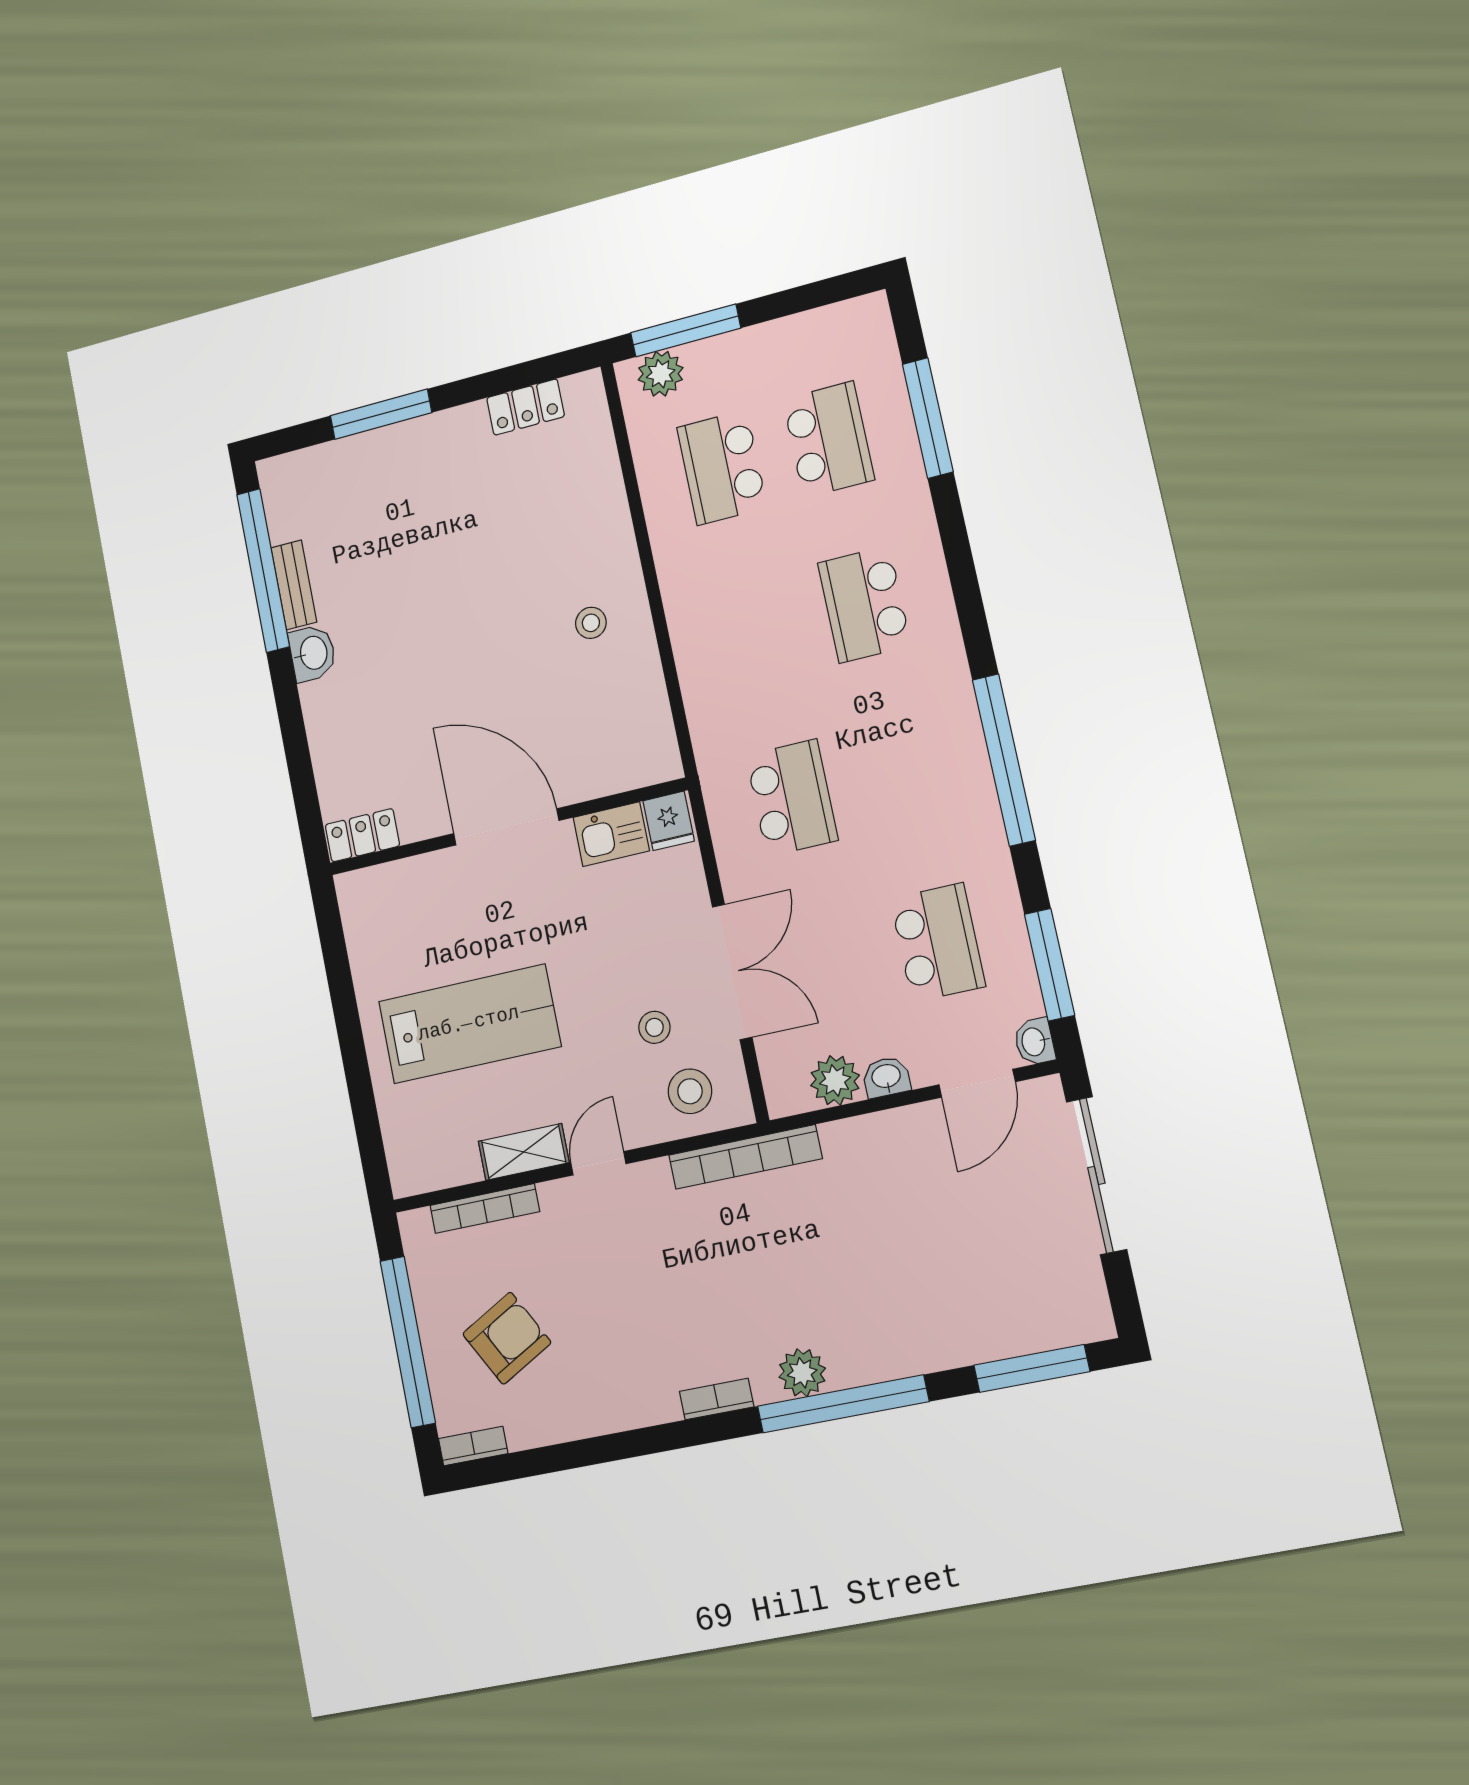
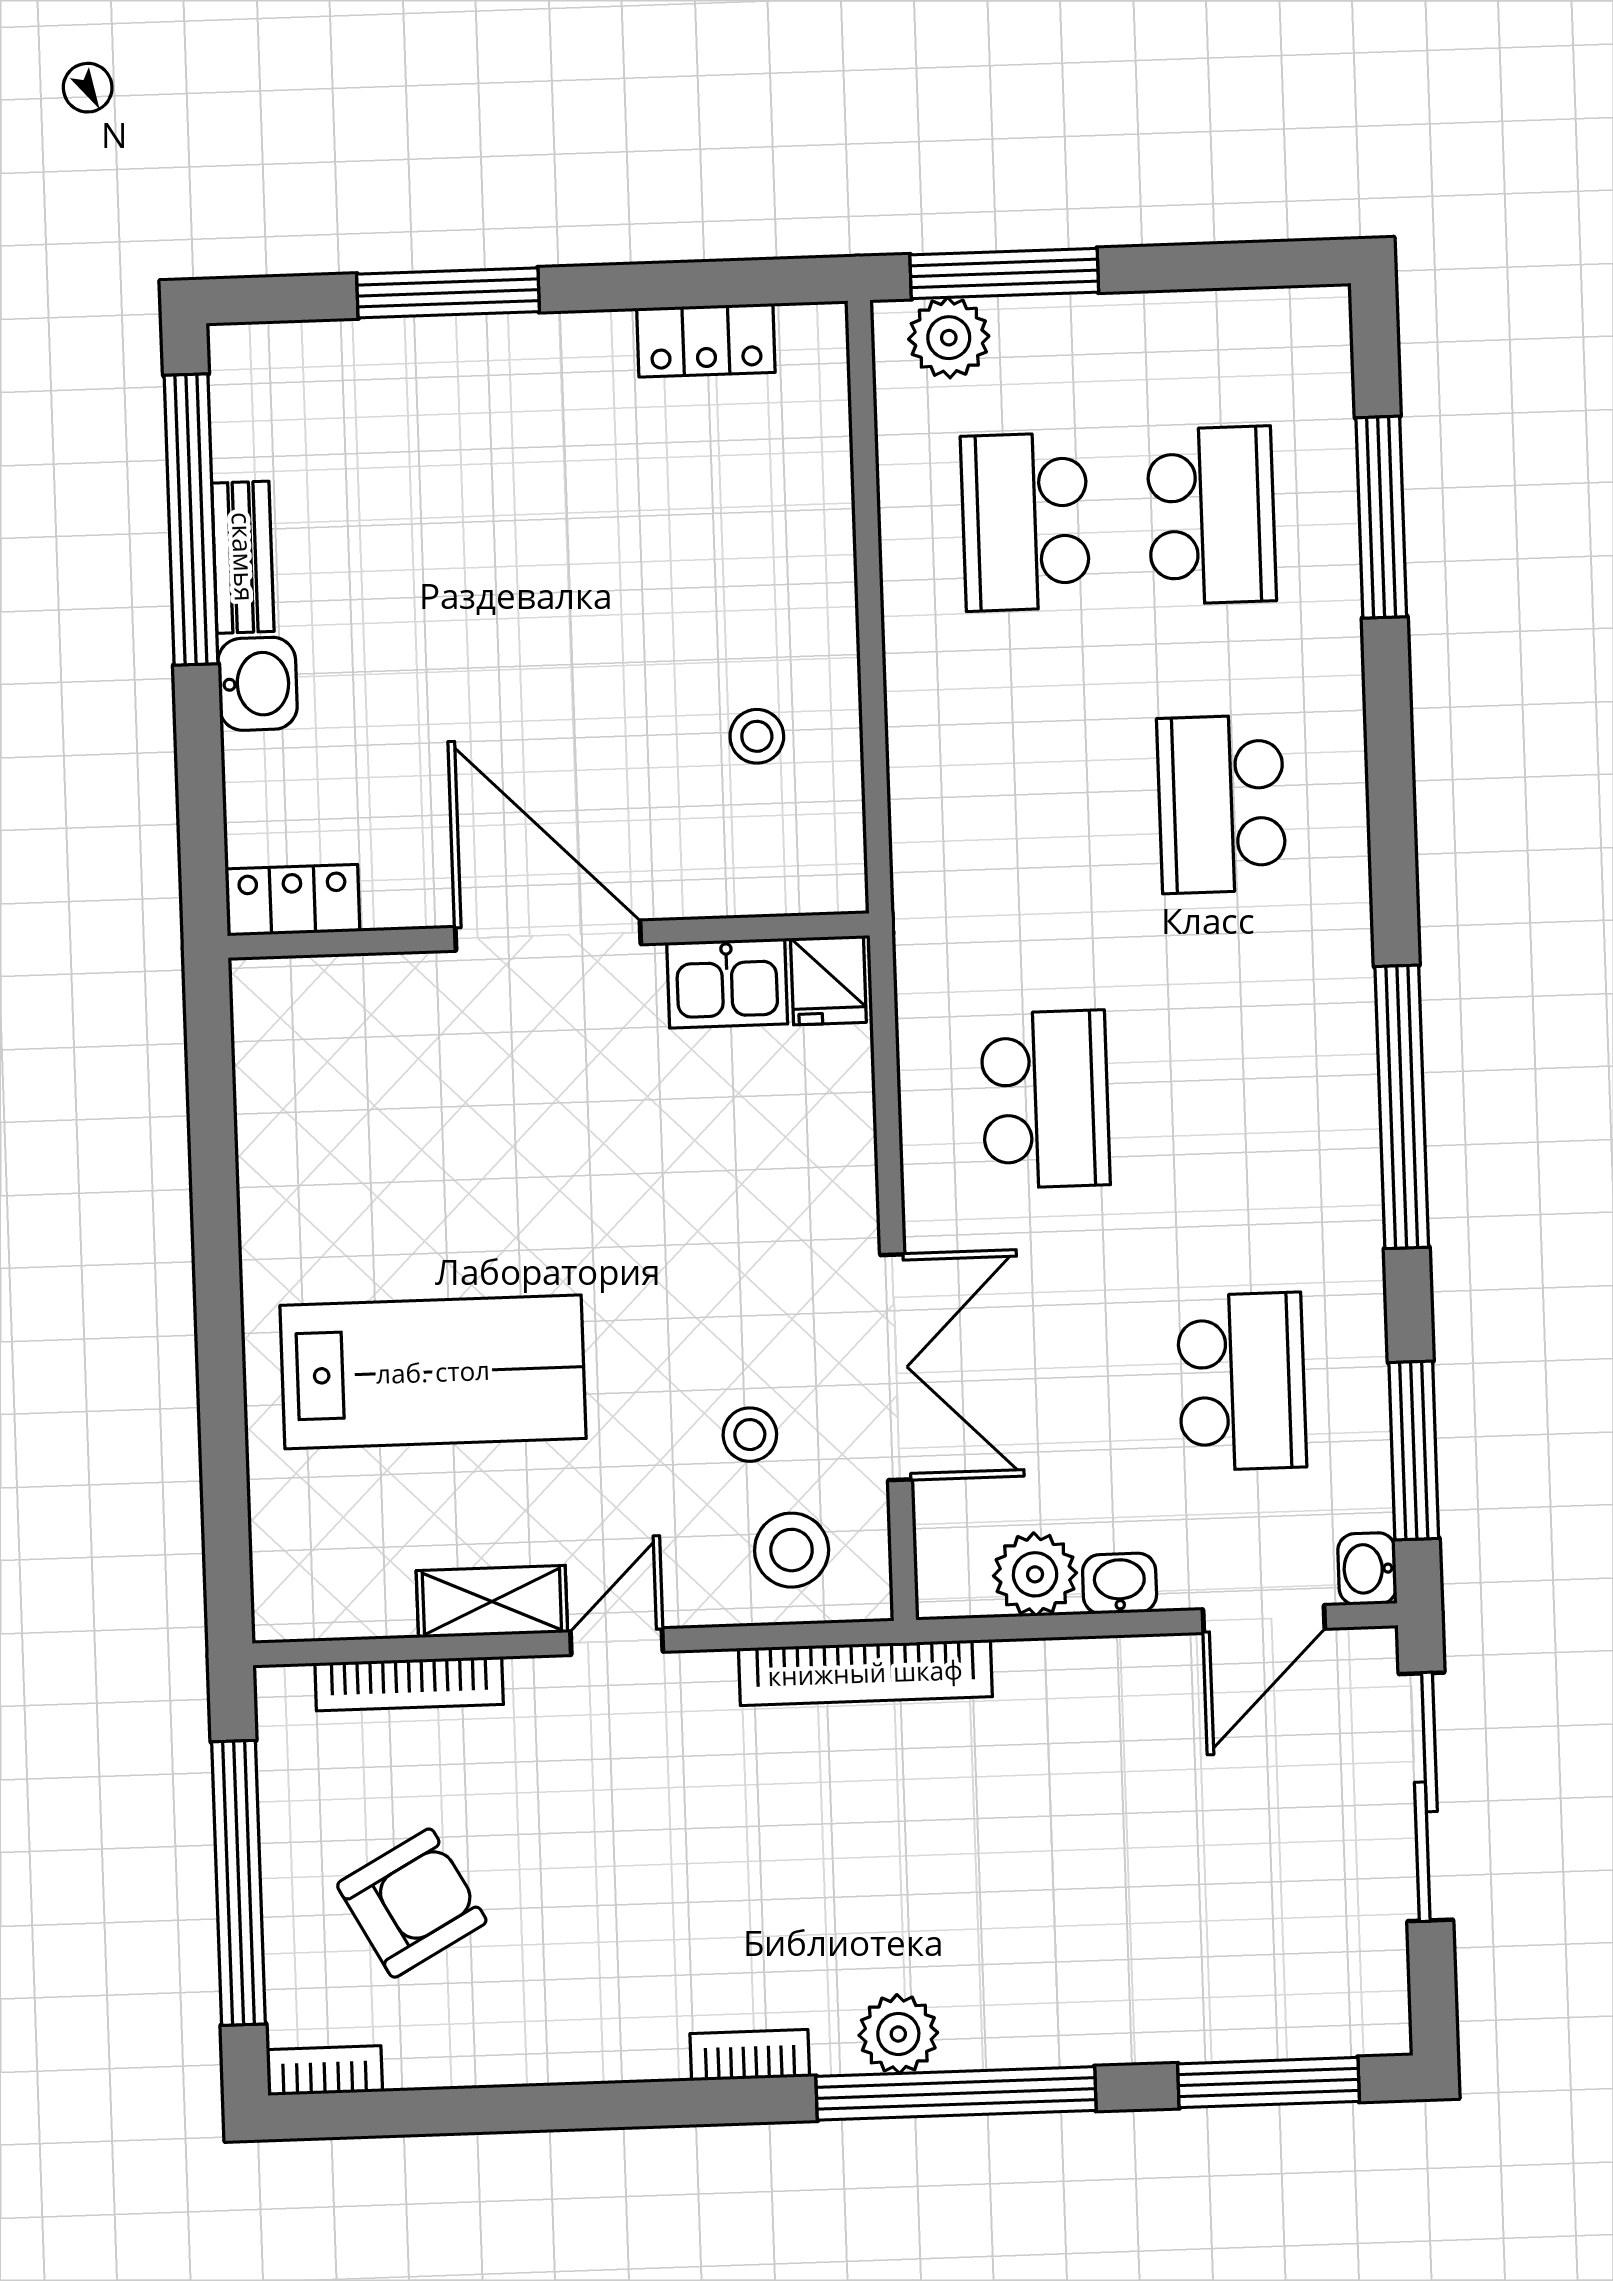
fridge: (669, 821) -> (828, 980), moved
door: (506, 827) -> (548, 936), moved
wall: (507, 827) -> (549, 936), moved
kitchen sink: (611, 834) -> (727, 983), moved
locker: (362, 835) -> (292, 900), moved

